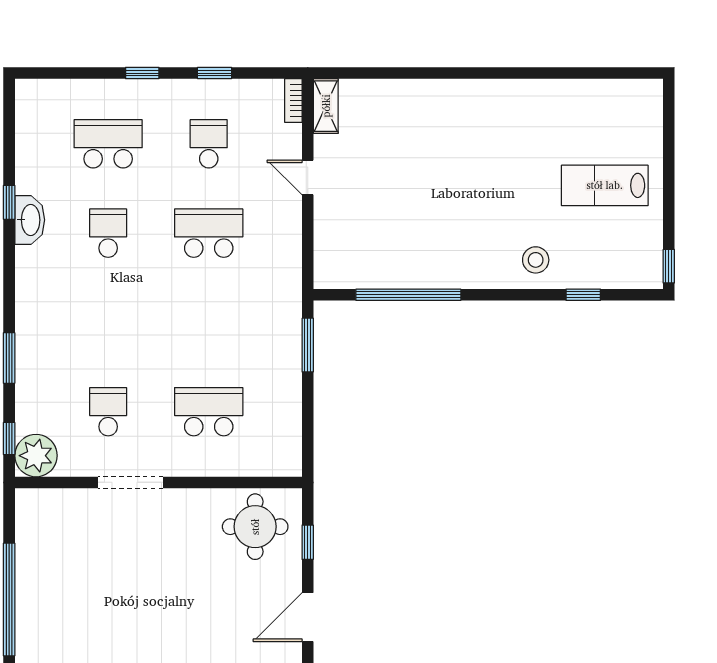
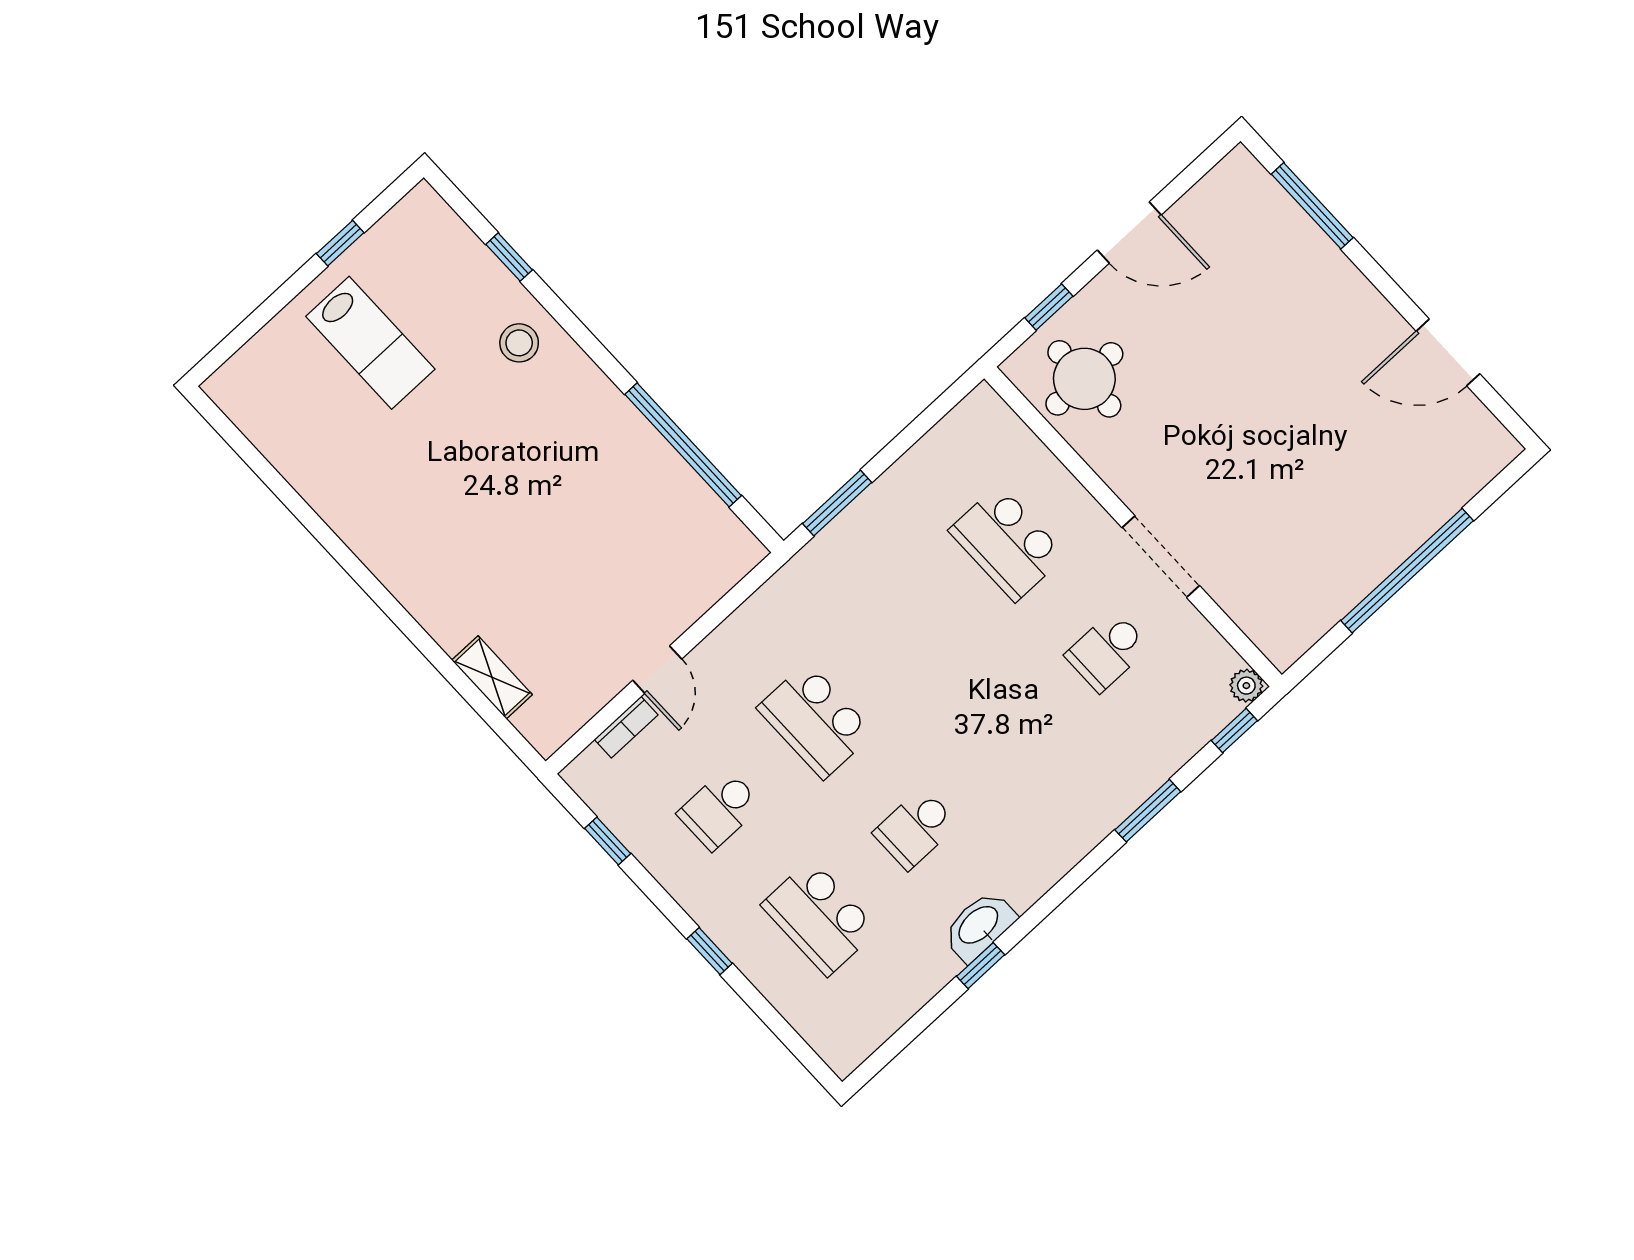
window: (215, 73) -> (608, 841), moved
bookcase: (293, 101) -> (626, 727), moved
shelving: (326, 106) -> (492, 677), moved, turned 90
window: (669, 266) -> (340, 243), moved
plant: (36, 456) -> (1246, 686), width x0.53, depth x0.53

